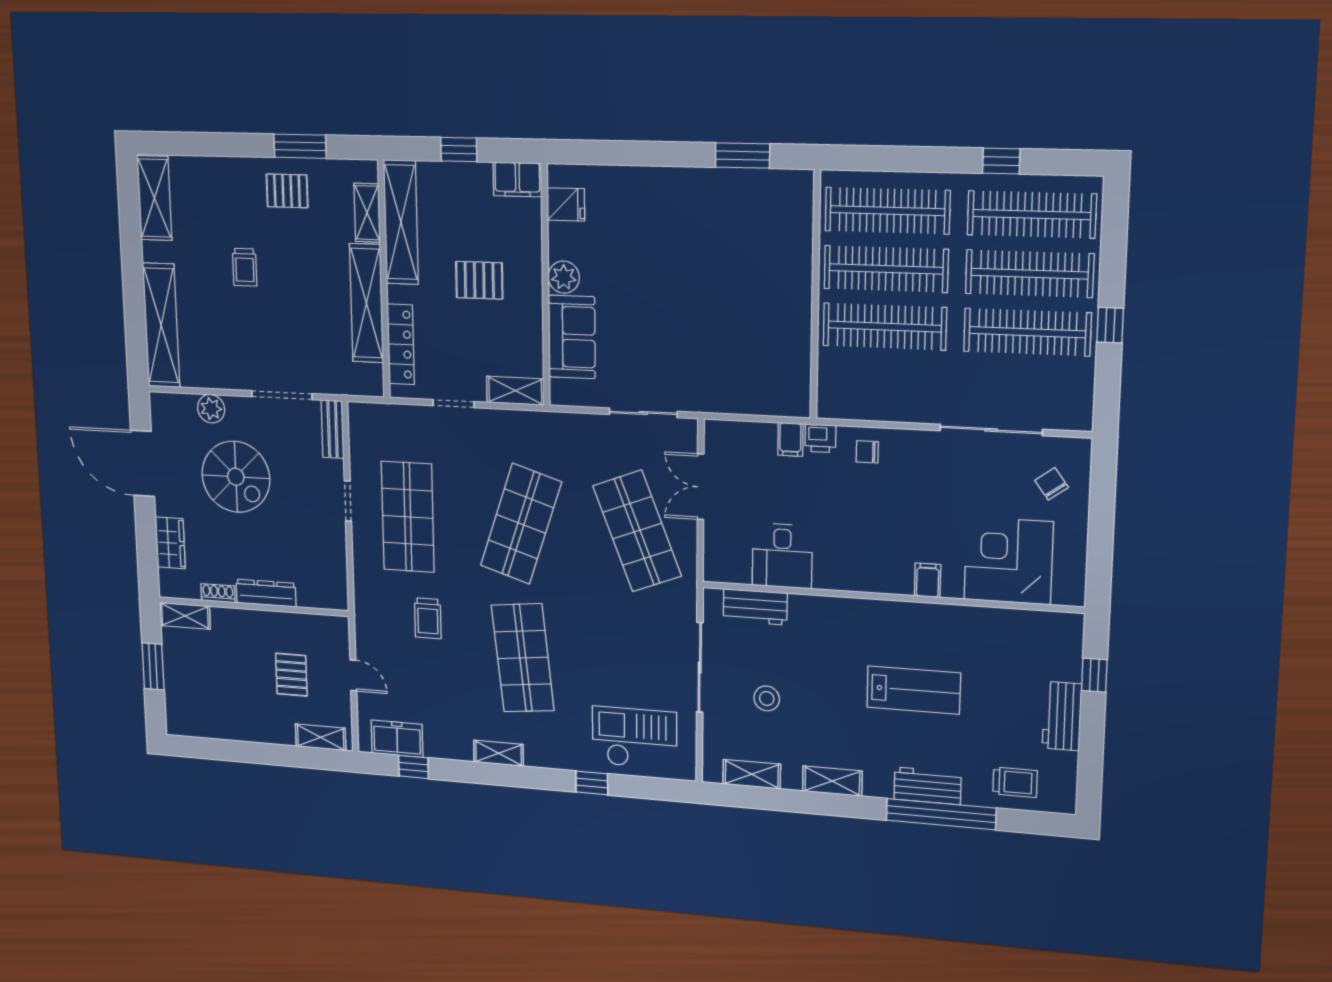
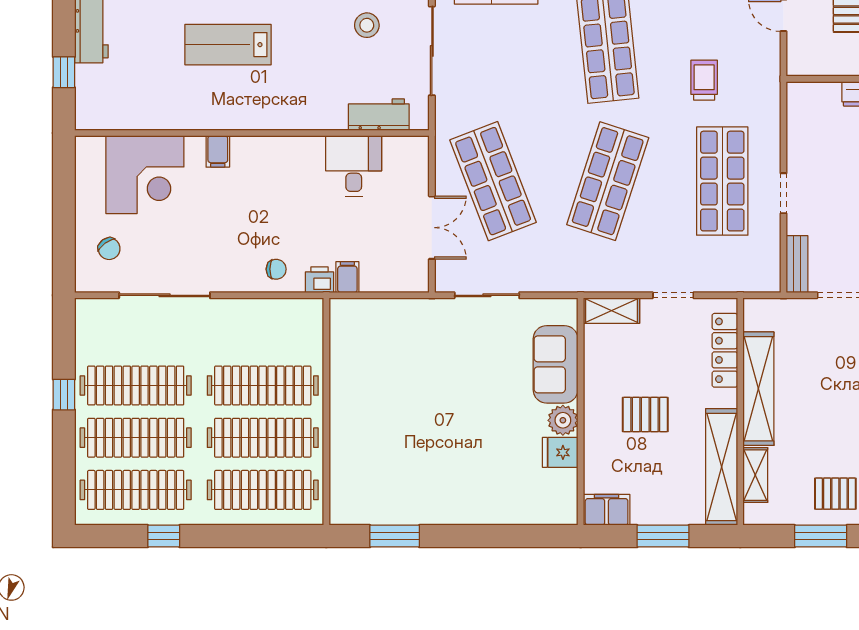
window: (459, 150) -> (663, 536), width x1.50
fridge: (566, 205) -> (560, 452), moved

